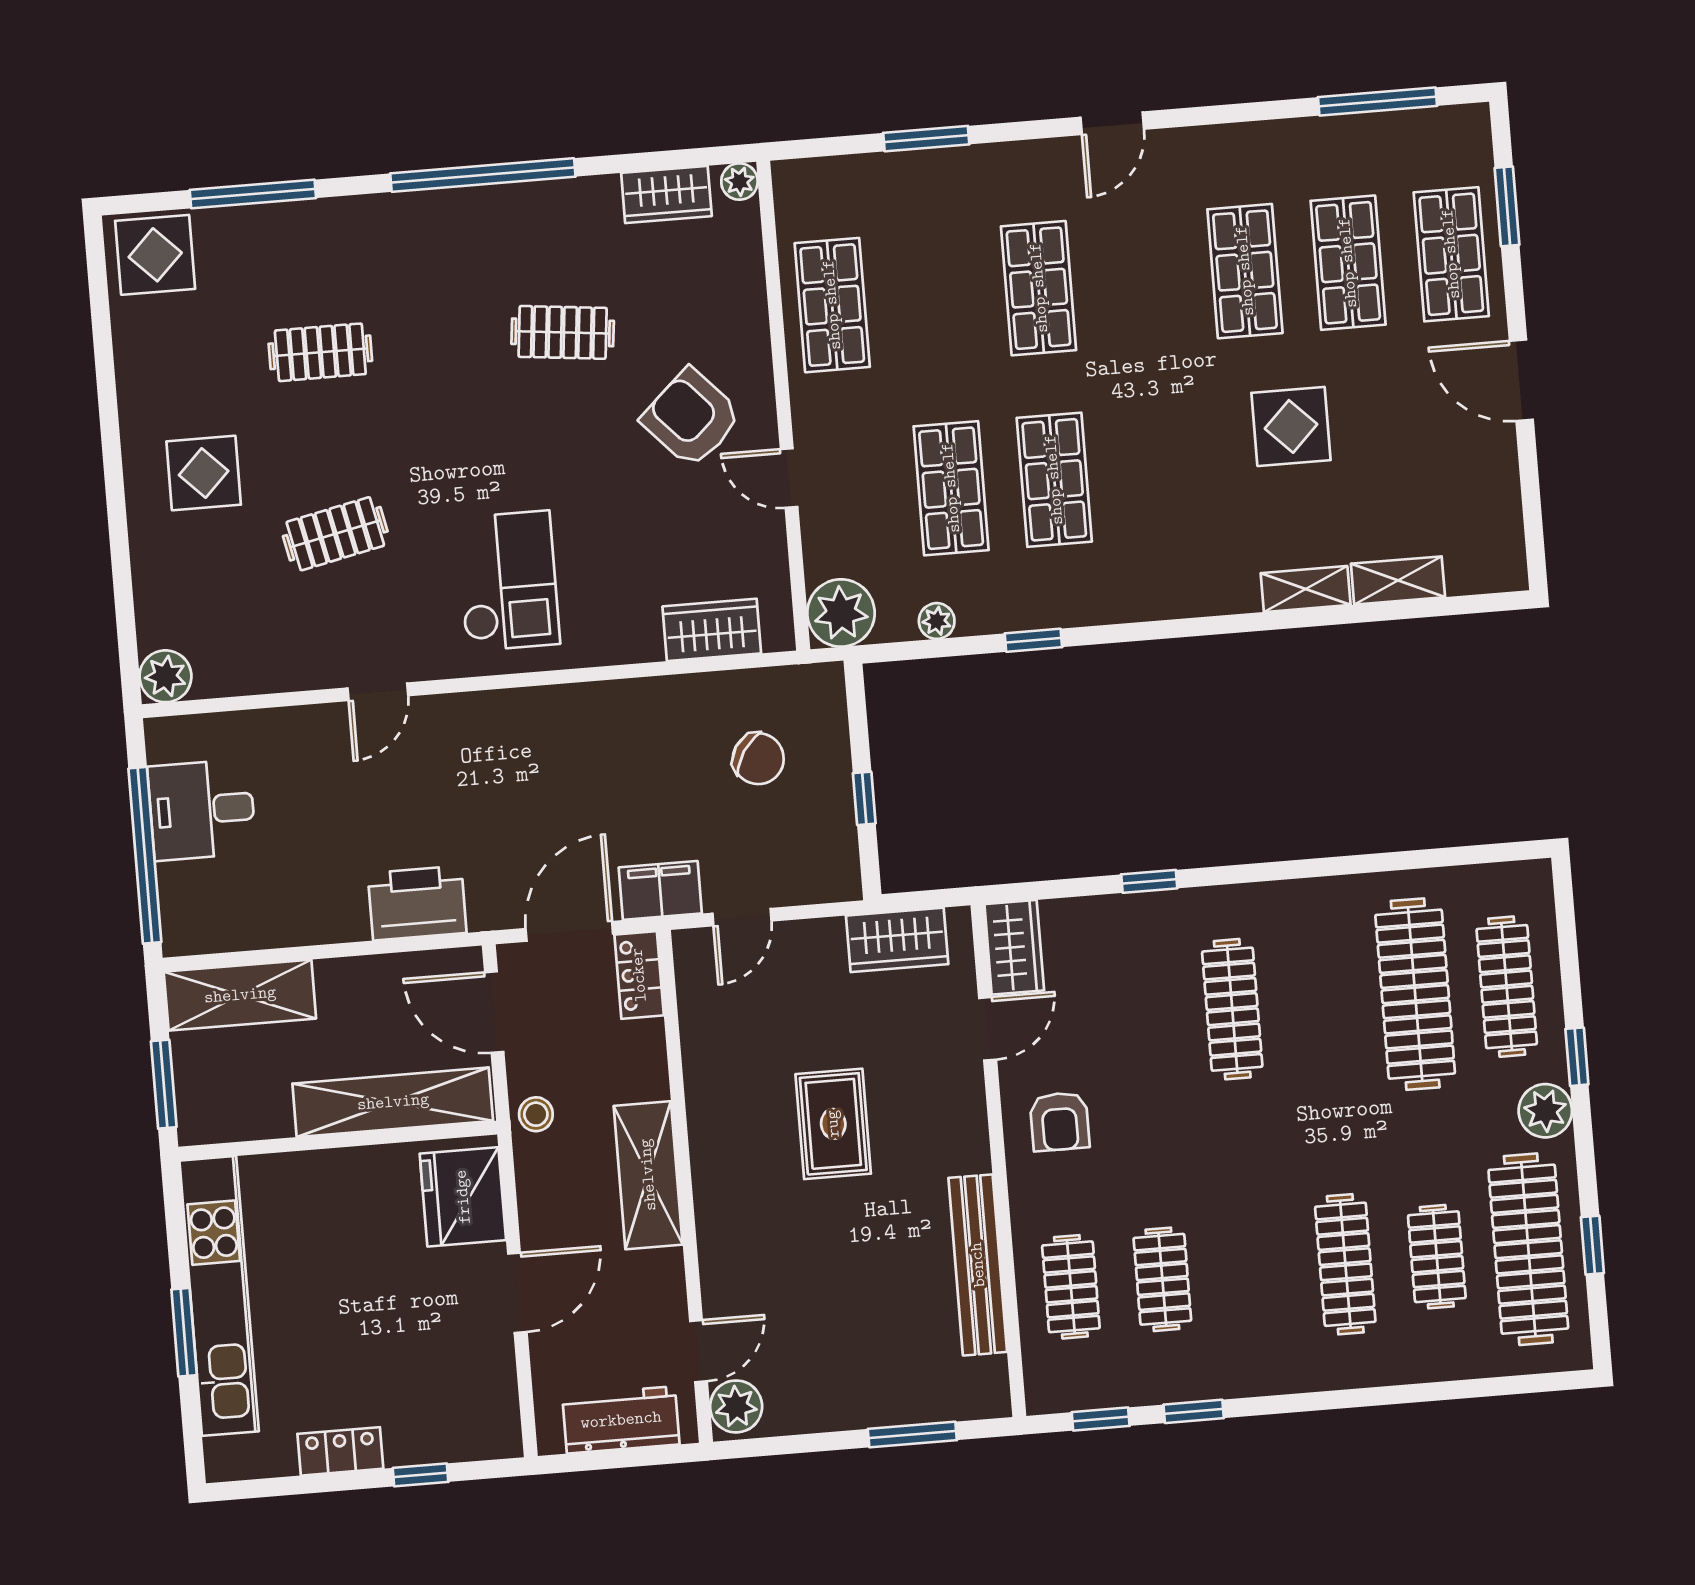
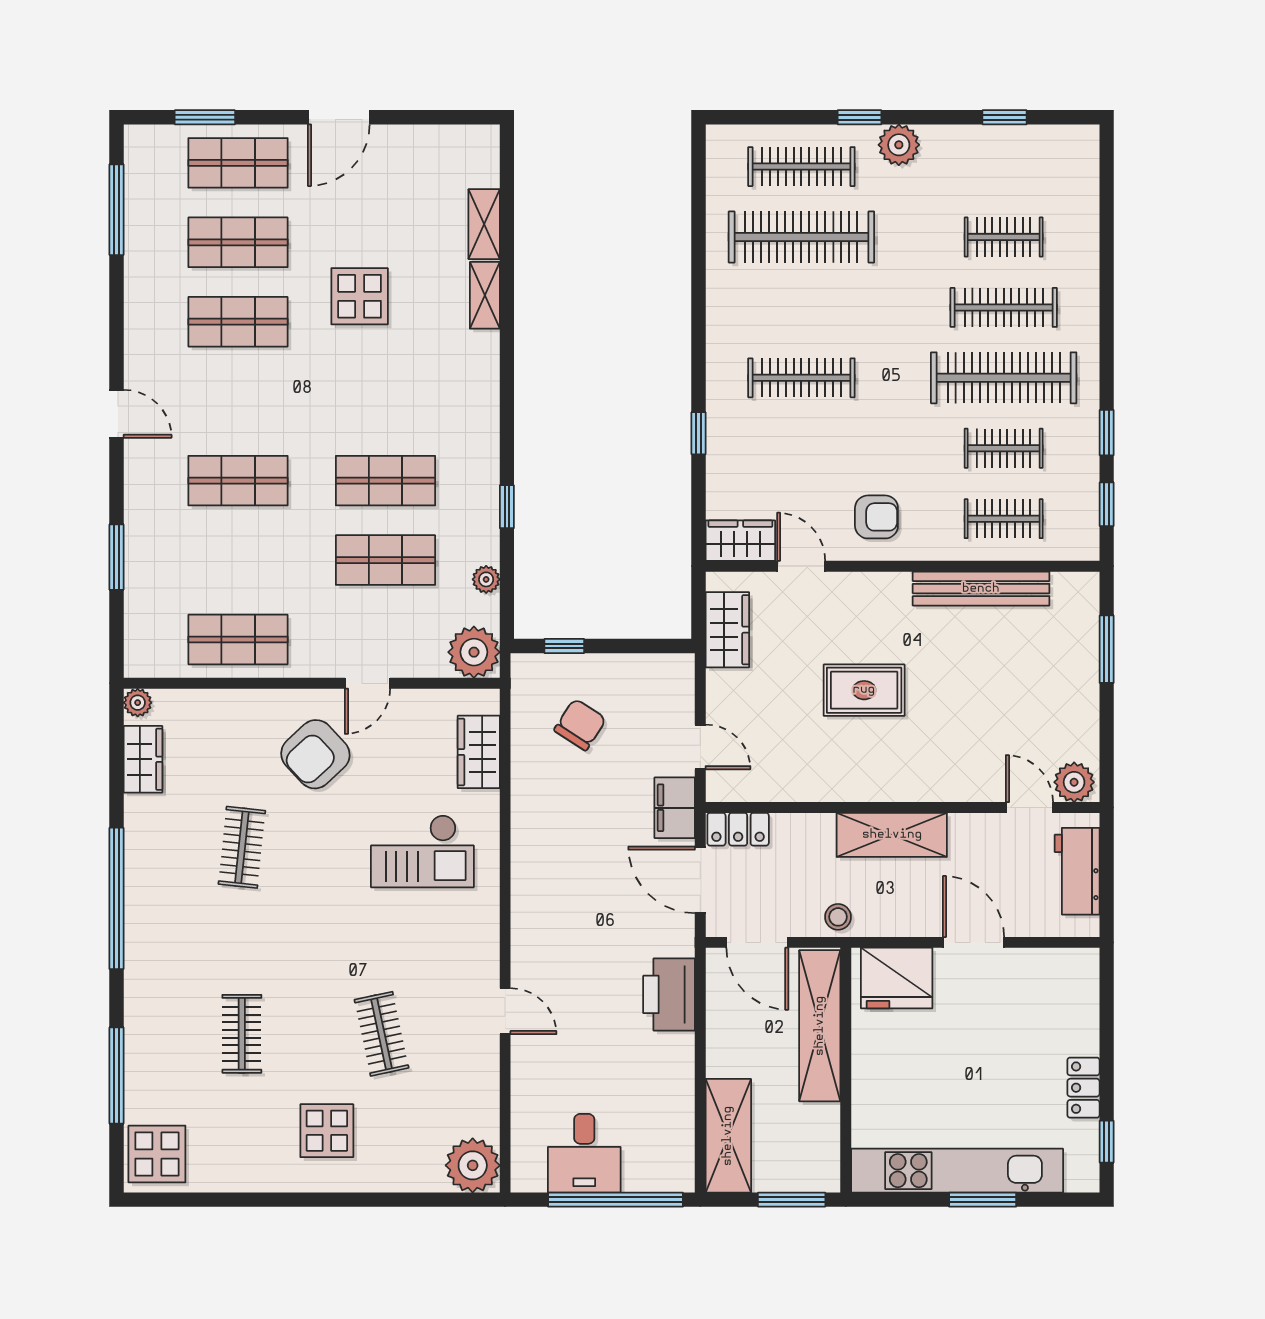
checkout: (508, 581) -> (422, 851), moved, turned 180
plant: (165, 676) -> (473, 1165), width x1.36, depth x1.36
window: (864, 798) -> (564, 646), moved
door: (494, 1012) -> (757, 942), hinge flipped
clothes rail: (1528, 1249) -> (1004, 378), moved
window: (421, 1475) -> (1107, 1142), moved

